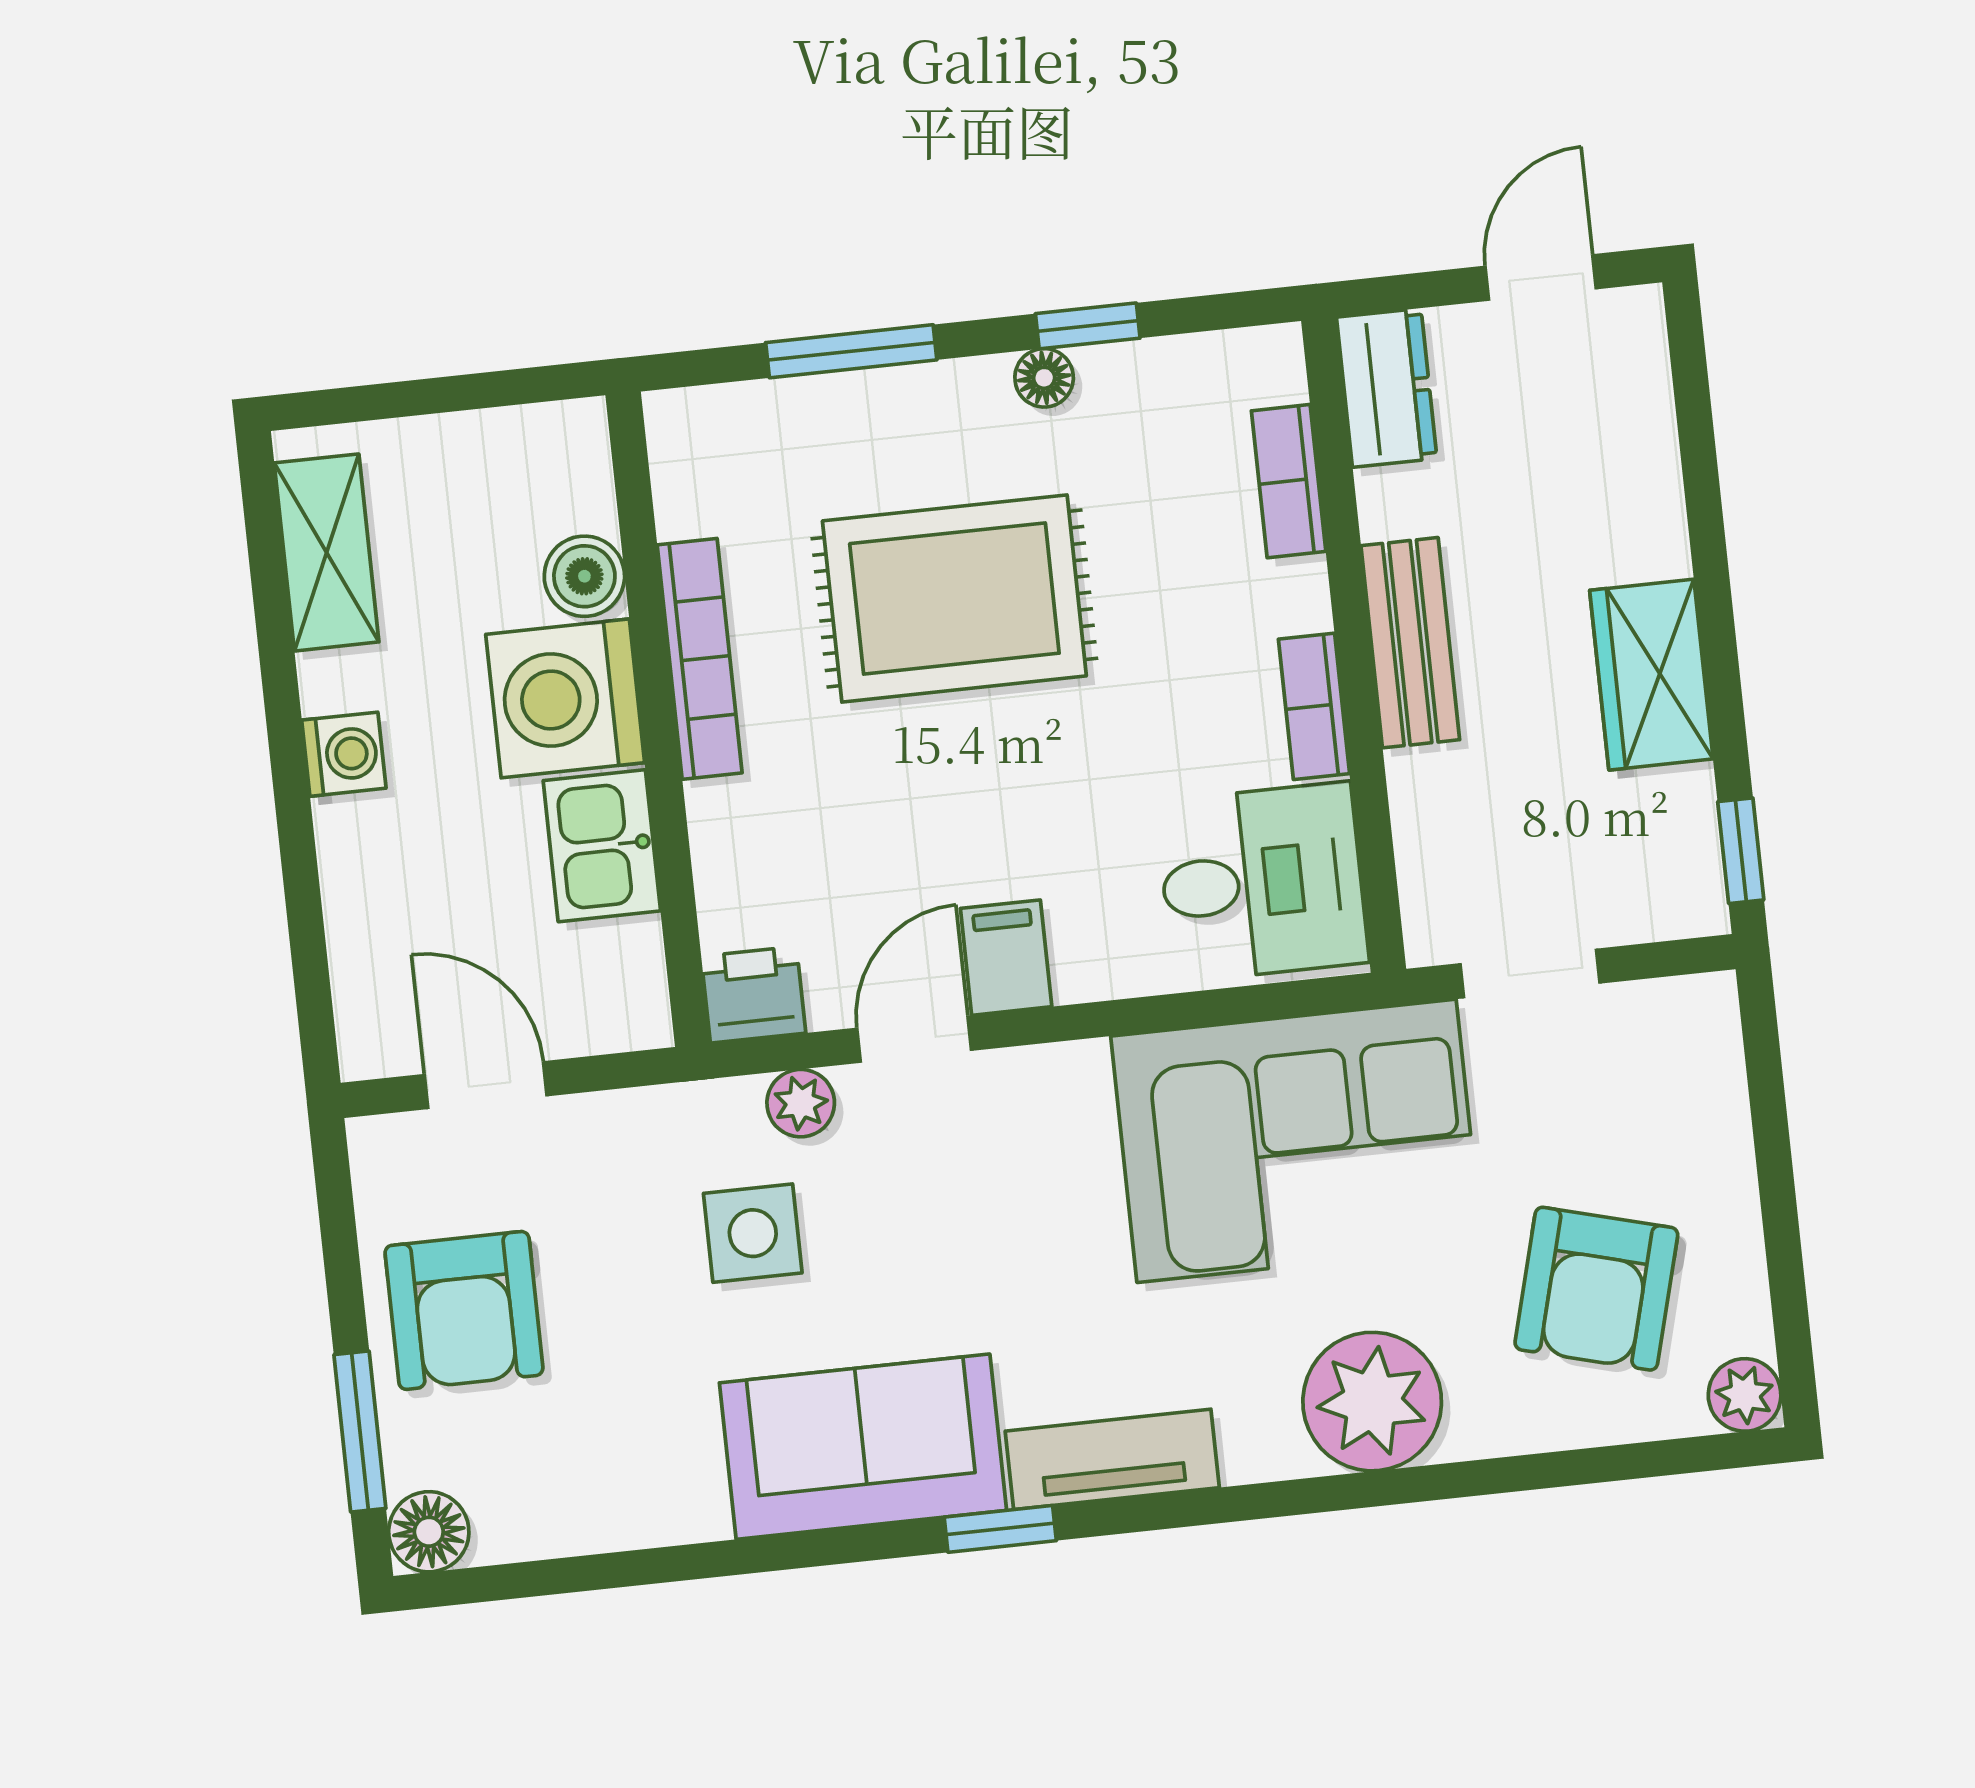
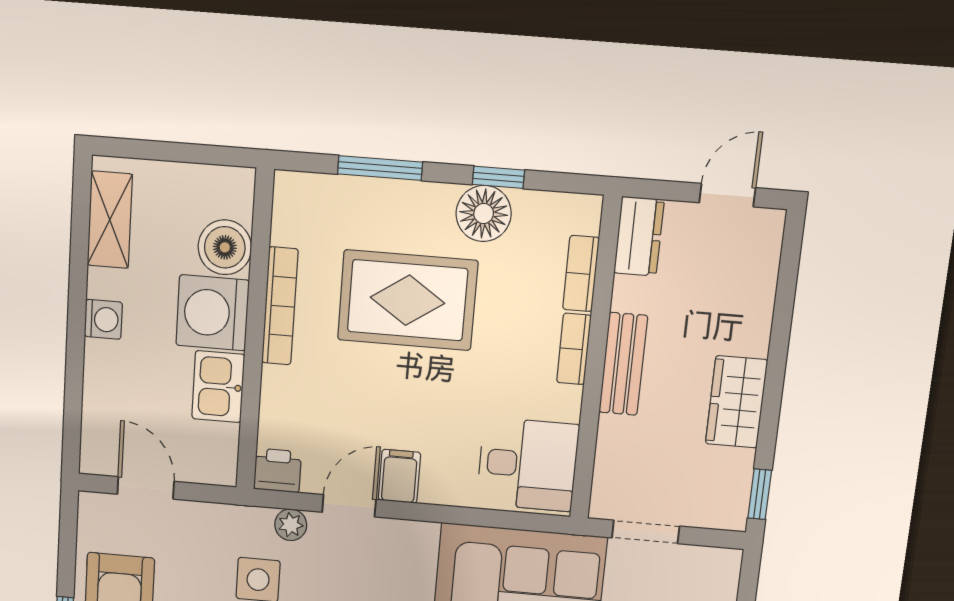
floor lamp: (1044, 378) -> (484, 214), width x1.89, depth x1.89
boiler: (584, 576) -> (225, 247), width x1.36, depth x1.36
bookcase: (1314, 706) -> (574, 349), moved

